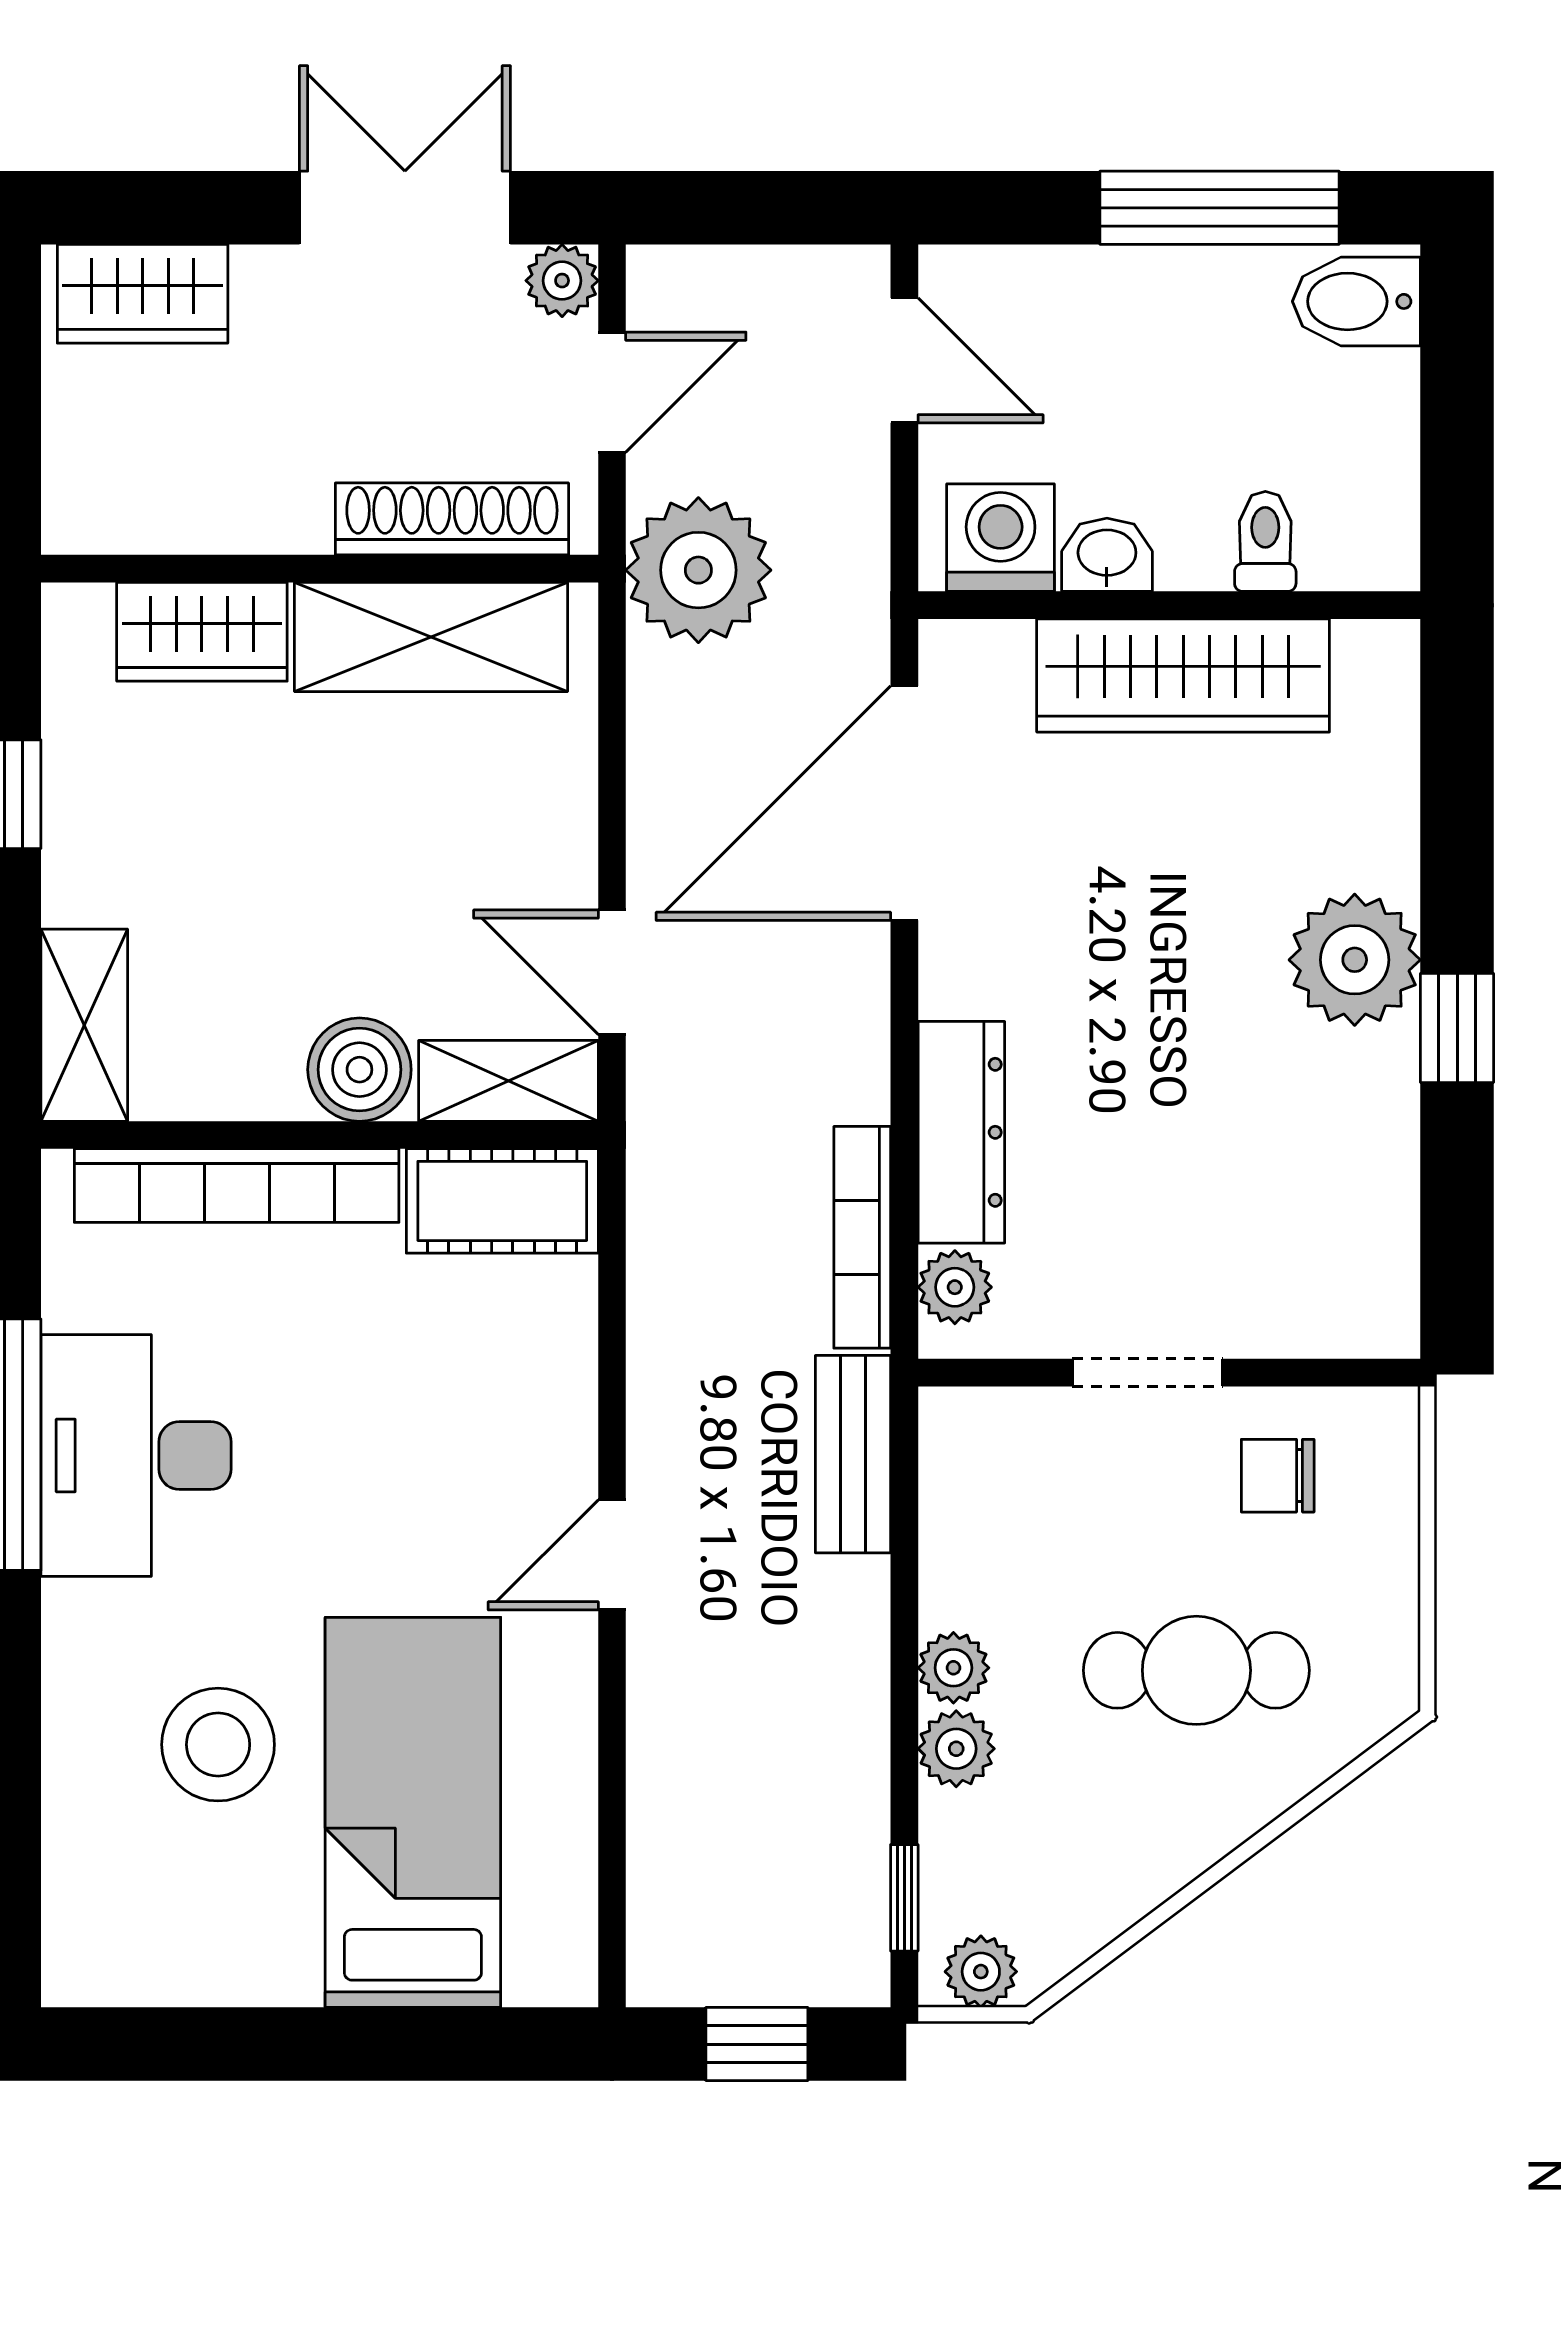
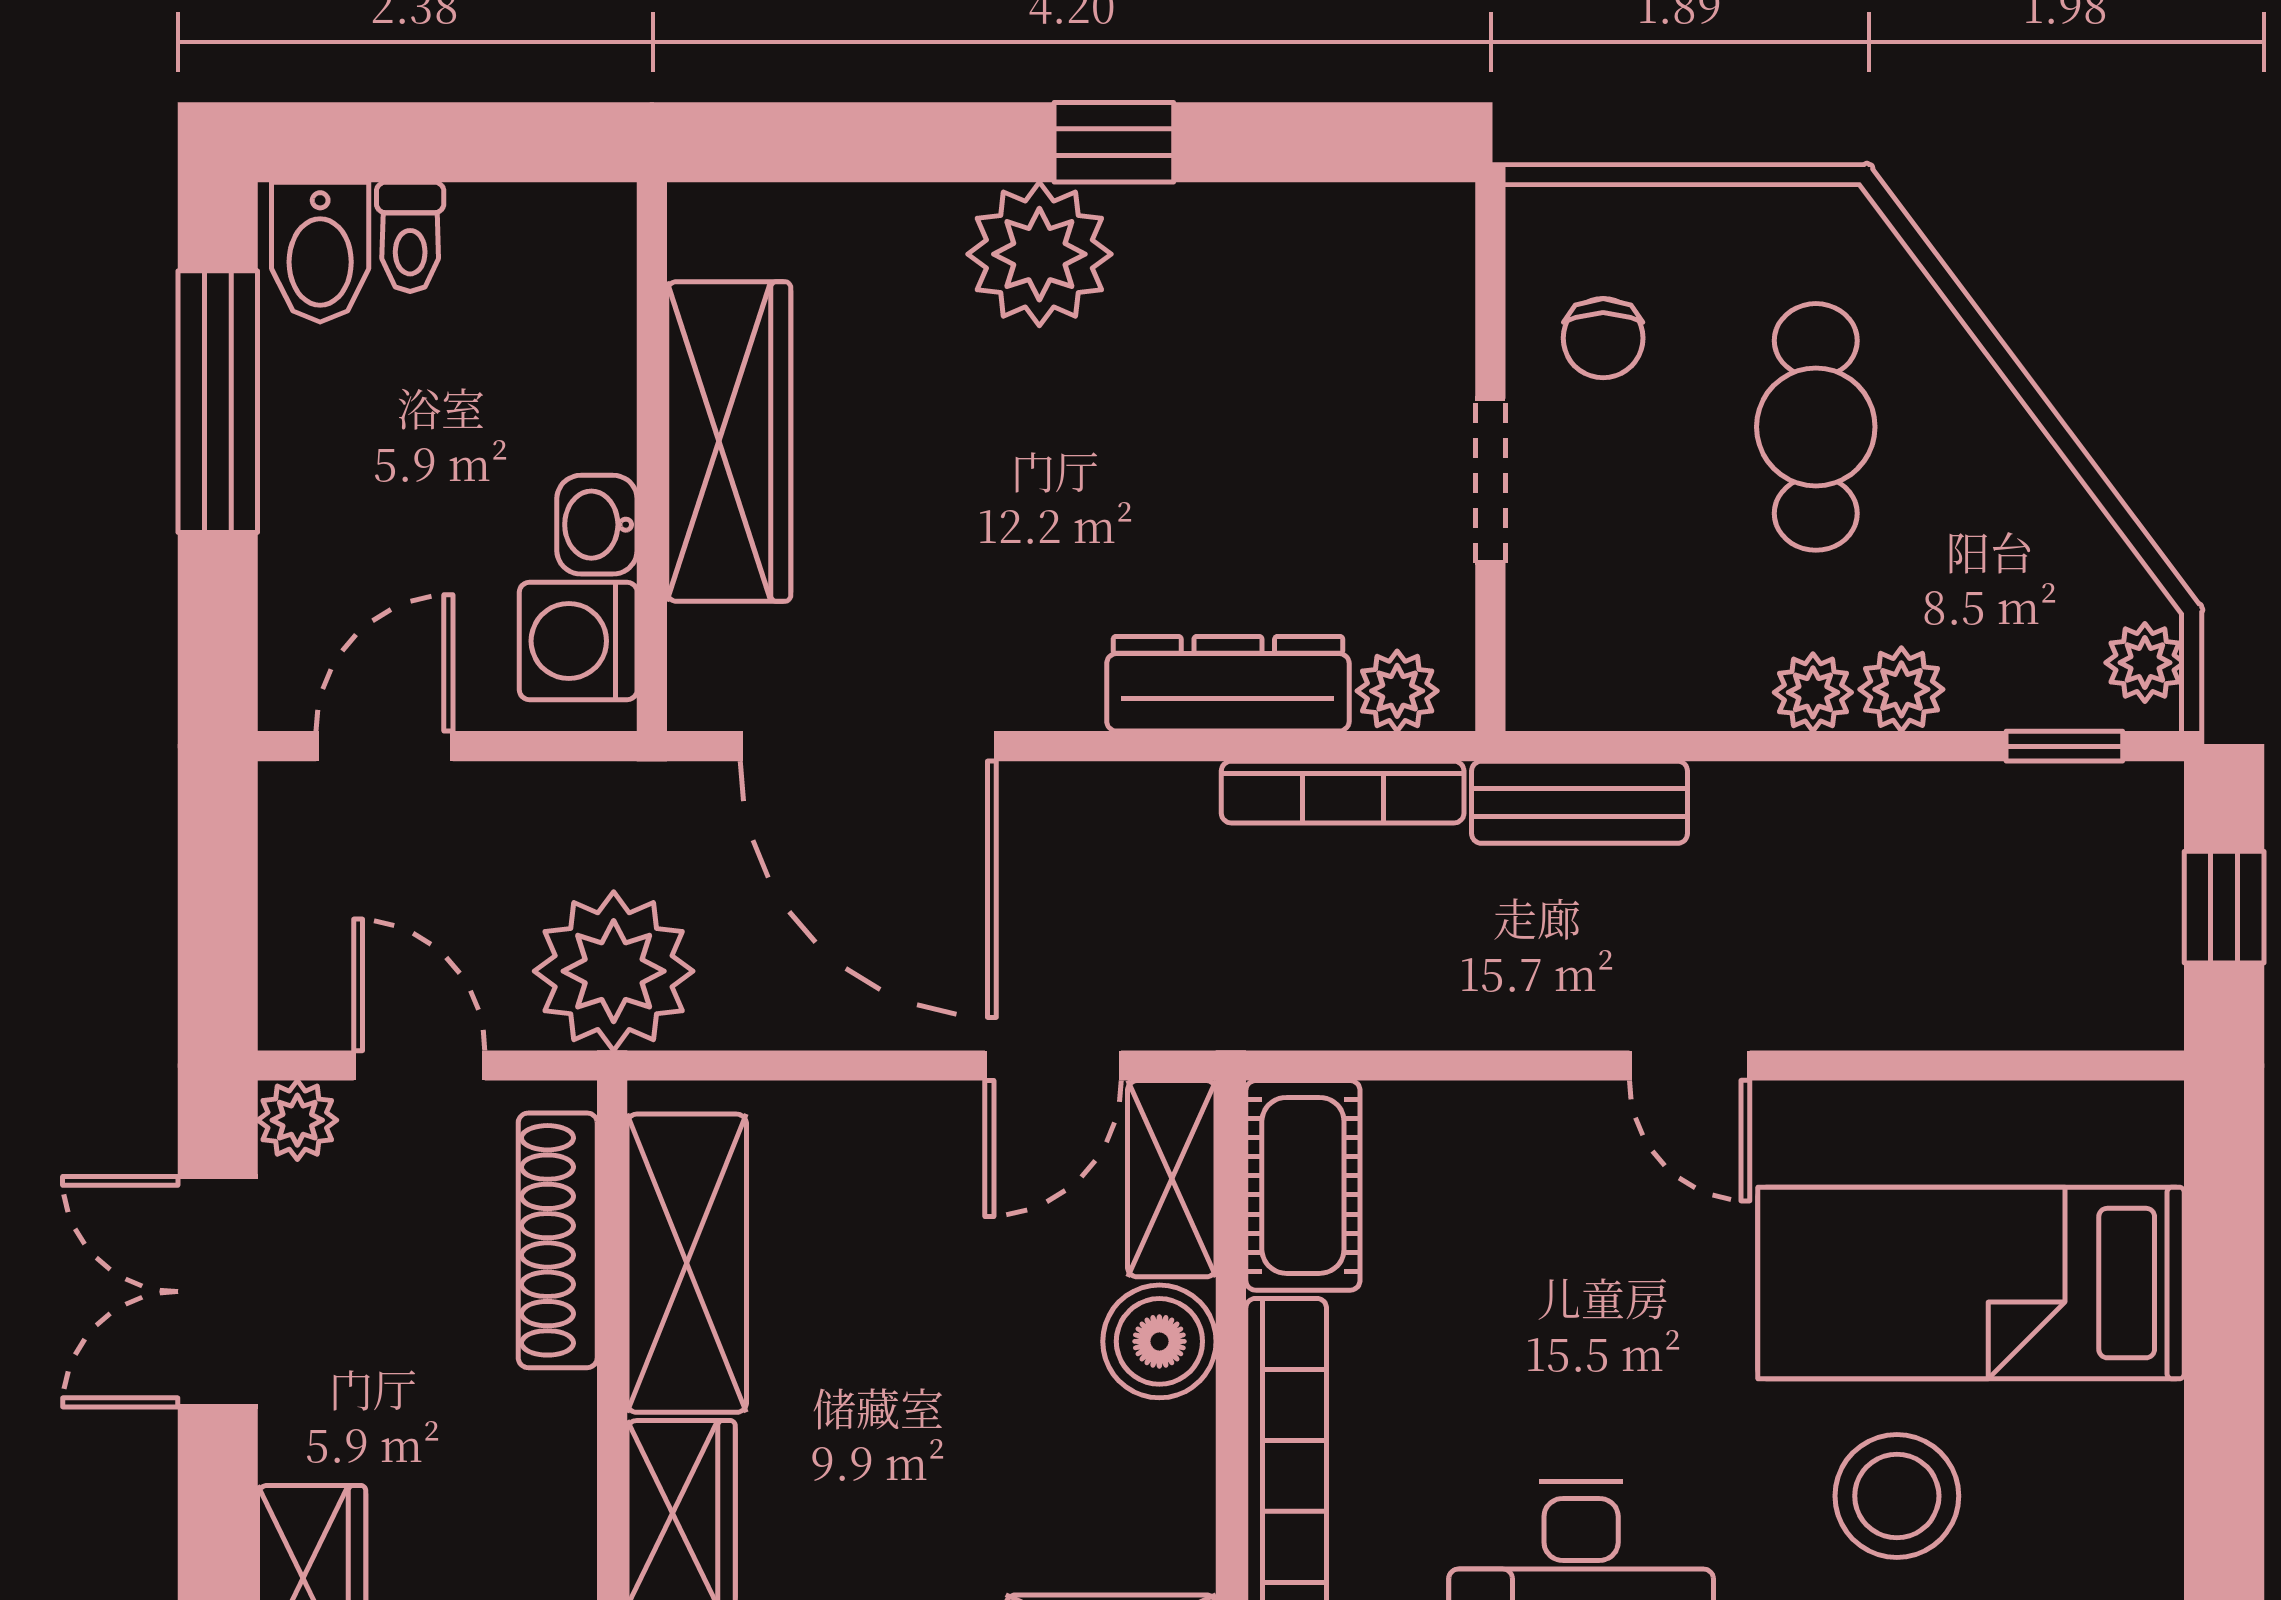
toilet: (1265, 541) -> (410, 237), moved, turned -90

